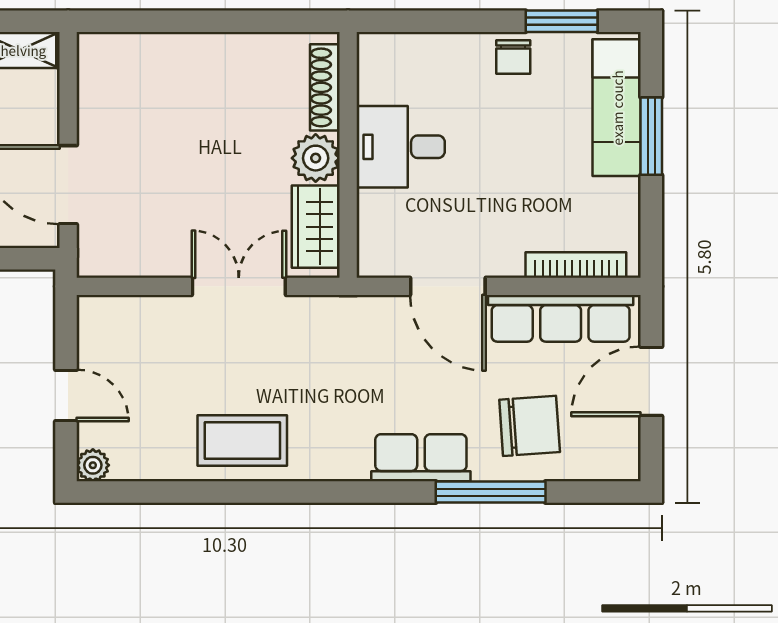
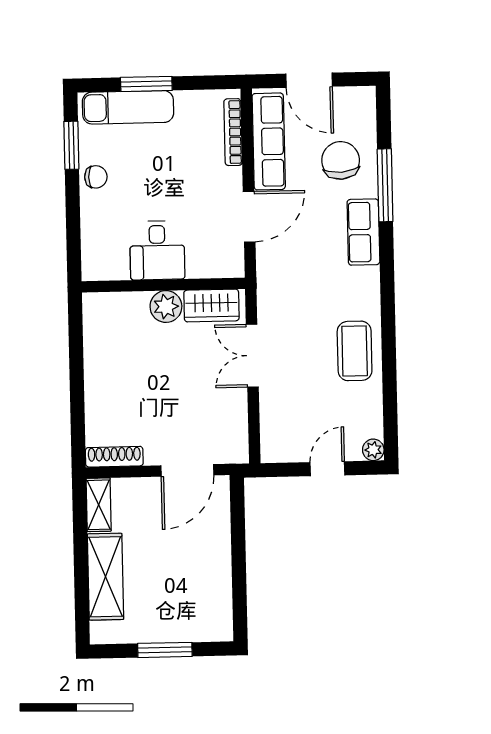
shoe rack: (325, 87) -> (114, 457), moved, turned 180

